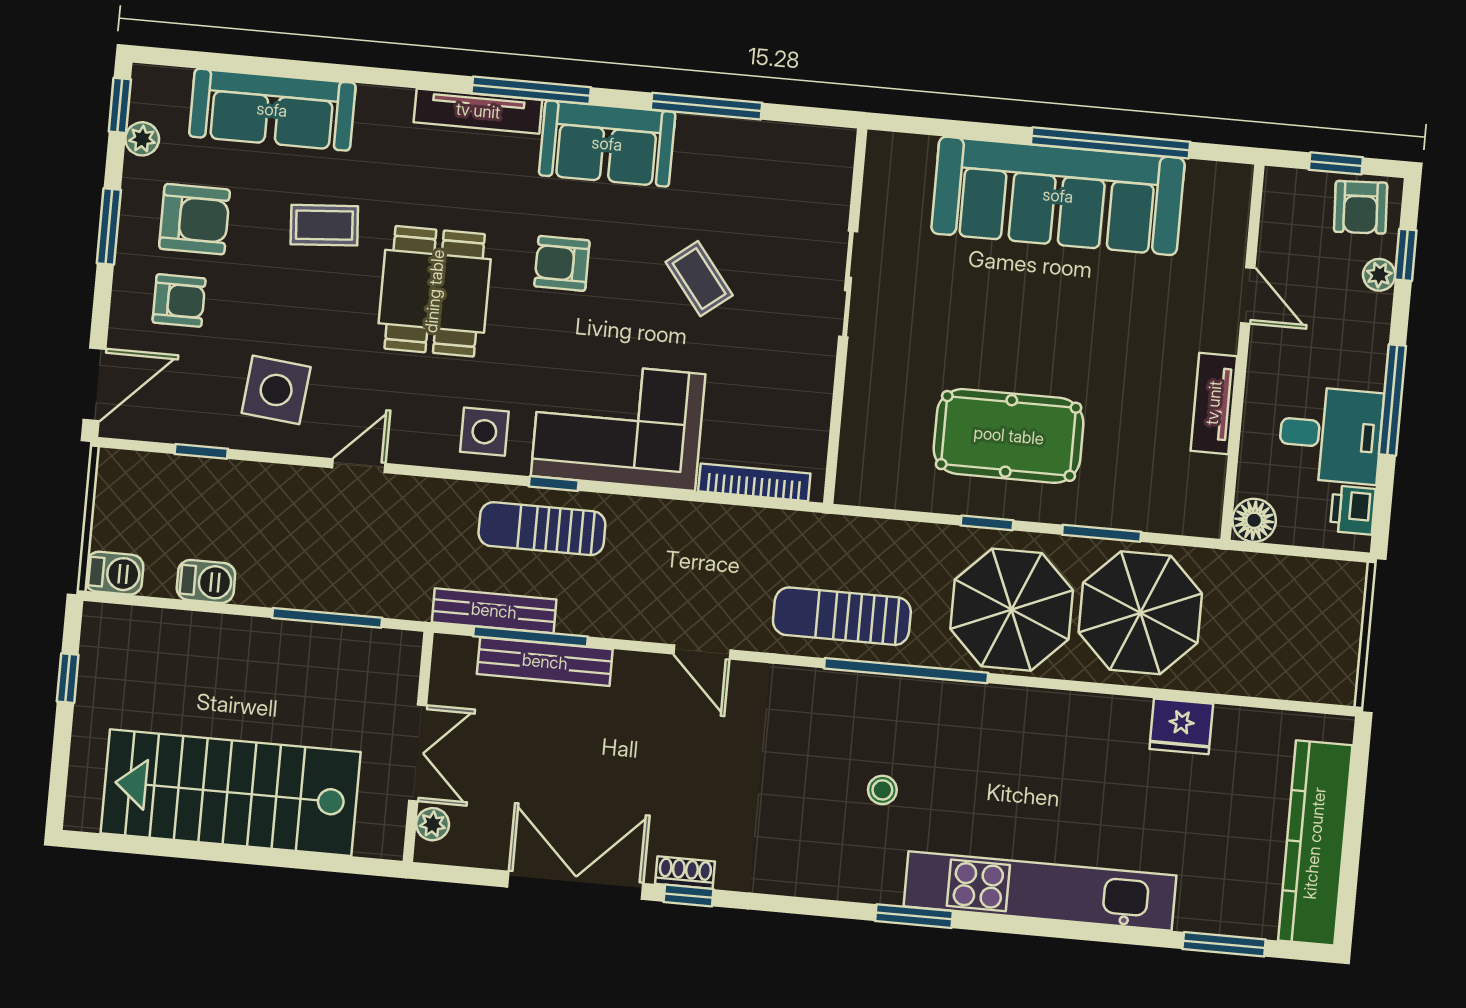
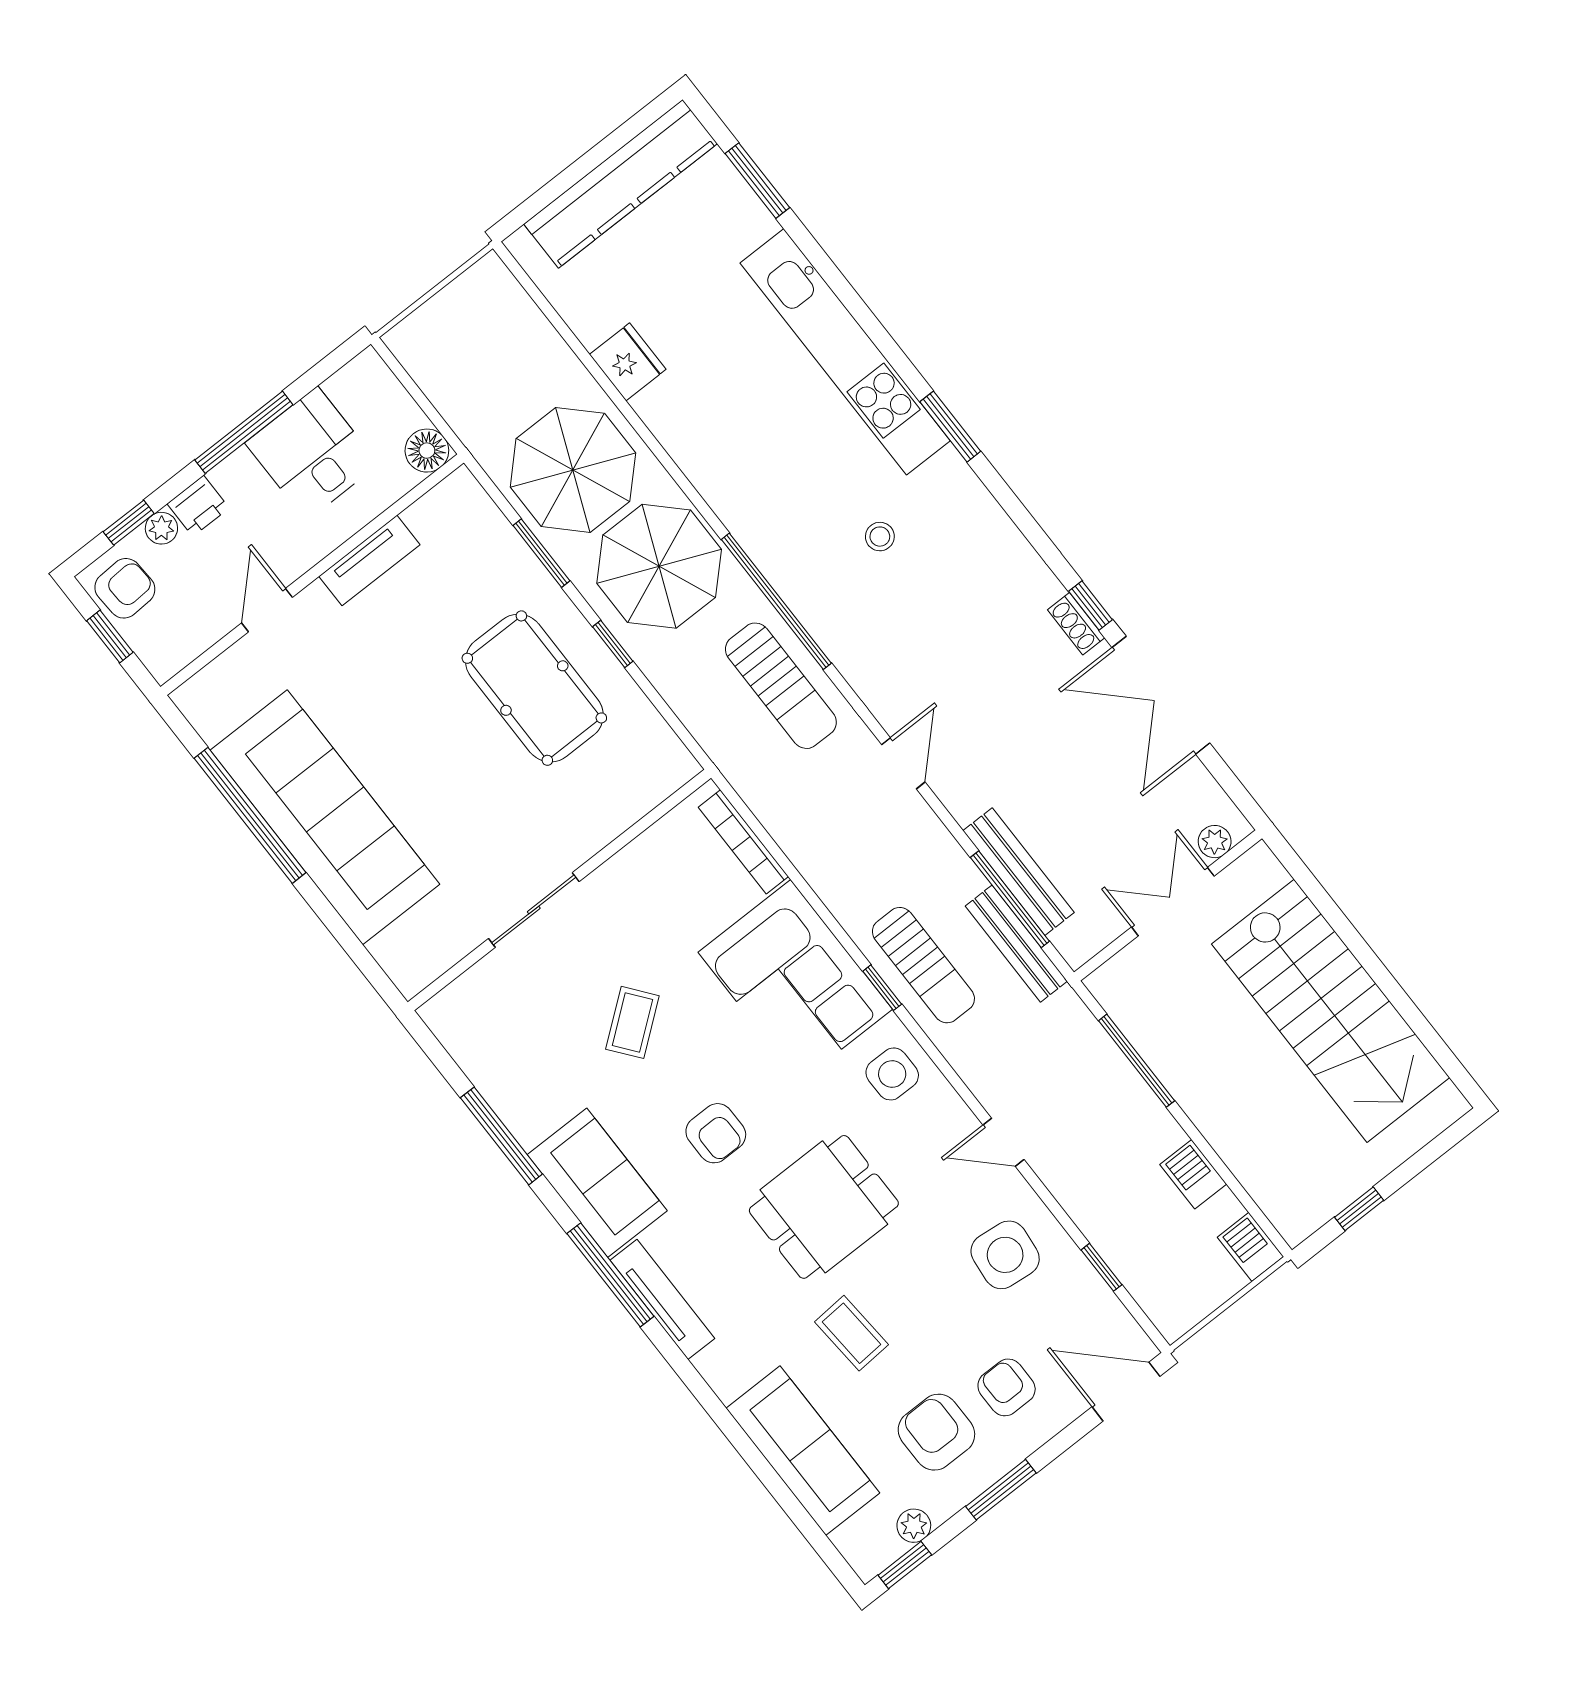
printer: (1353, 510) -> (198, 506), moved

